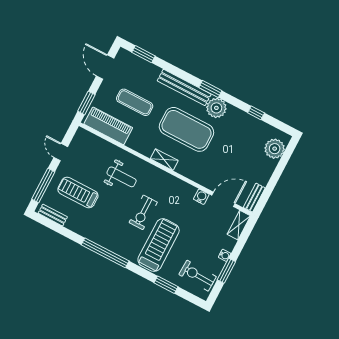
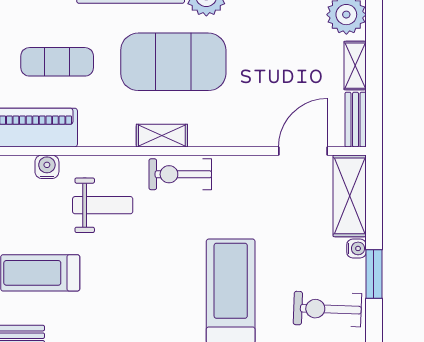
shelving: (267, 173) -> (355, 66), added
water cooler: (201, 197) -> (47, 167), moved
exercise bike: (143, 212) -> (180, 174), moved, turned 90
shelving: (239, 225) -> (350, 196), width x1.50, depth x1.33

